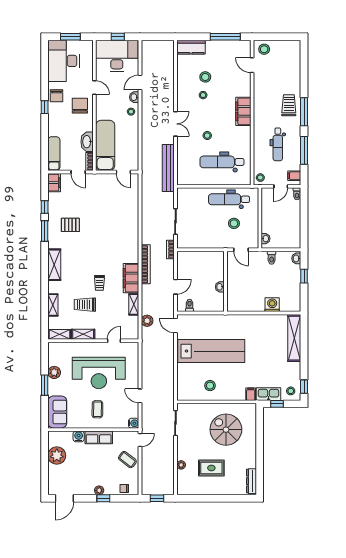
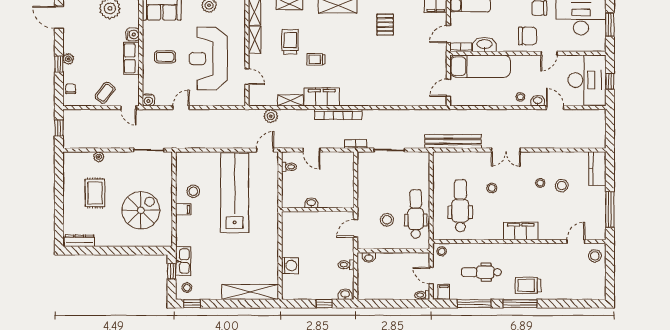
trolley: (289, 105) -> (528, 285), turned 180
lab bench: (211, 351) -> (235, 193), turned 180
filing cabinet: (251, 394) -> (183, 209), moved

